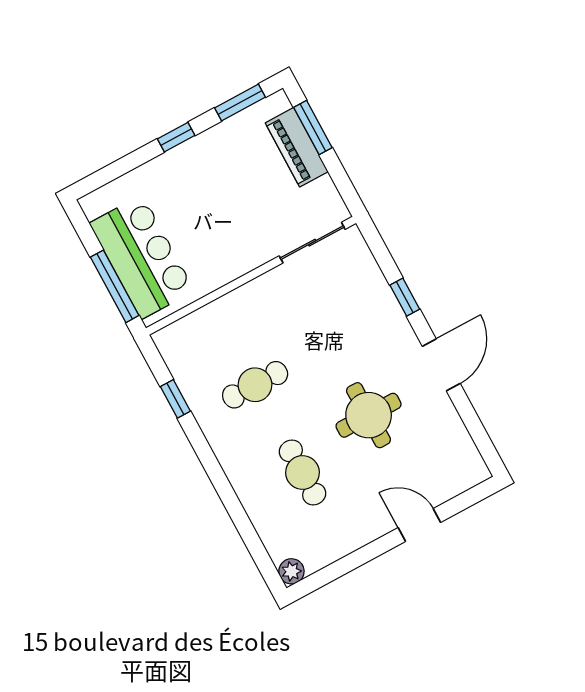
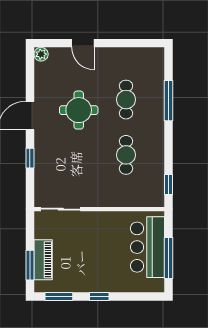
window: (115, 286) -> (169, 258), moved
cafe table: (255, 385) -> (126, 155), turned 90
window: (175, 399) -> (169, 184), moved
window: (234, 507) -> (169, 101), added
plant: (291, 571) -> (41, 54), moved

